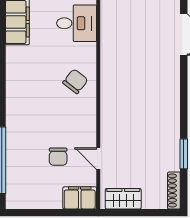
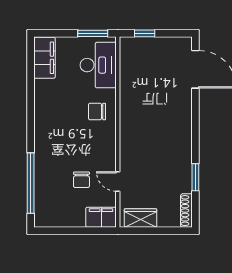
desk: (77, 23) -> (98, 65), width x1.37
chair: (75, 81) -> (97, 112), turned -128

